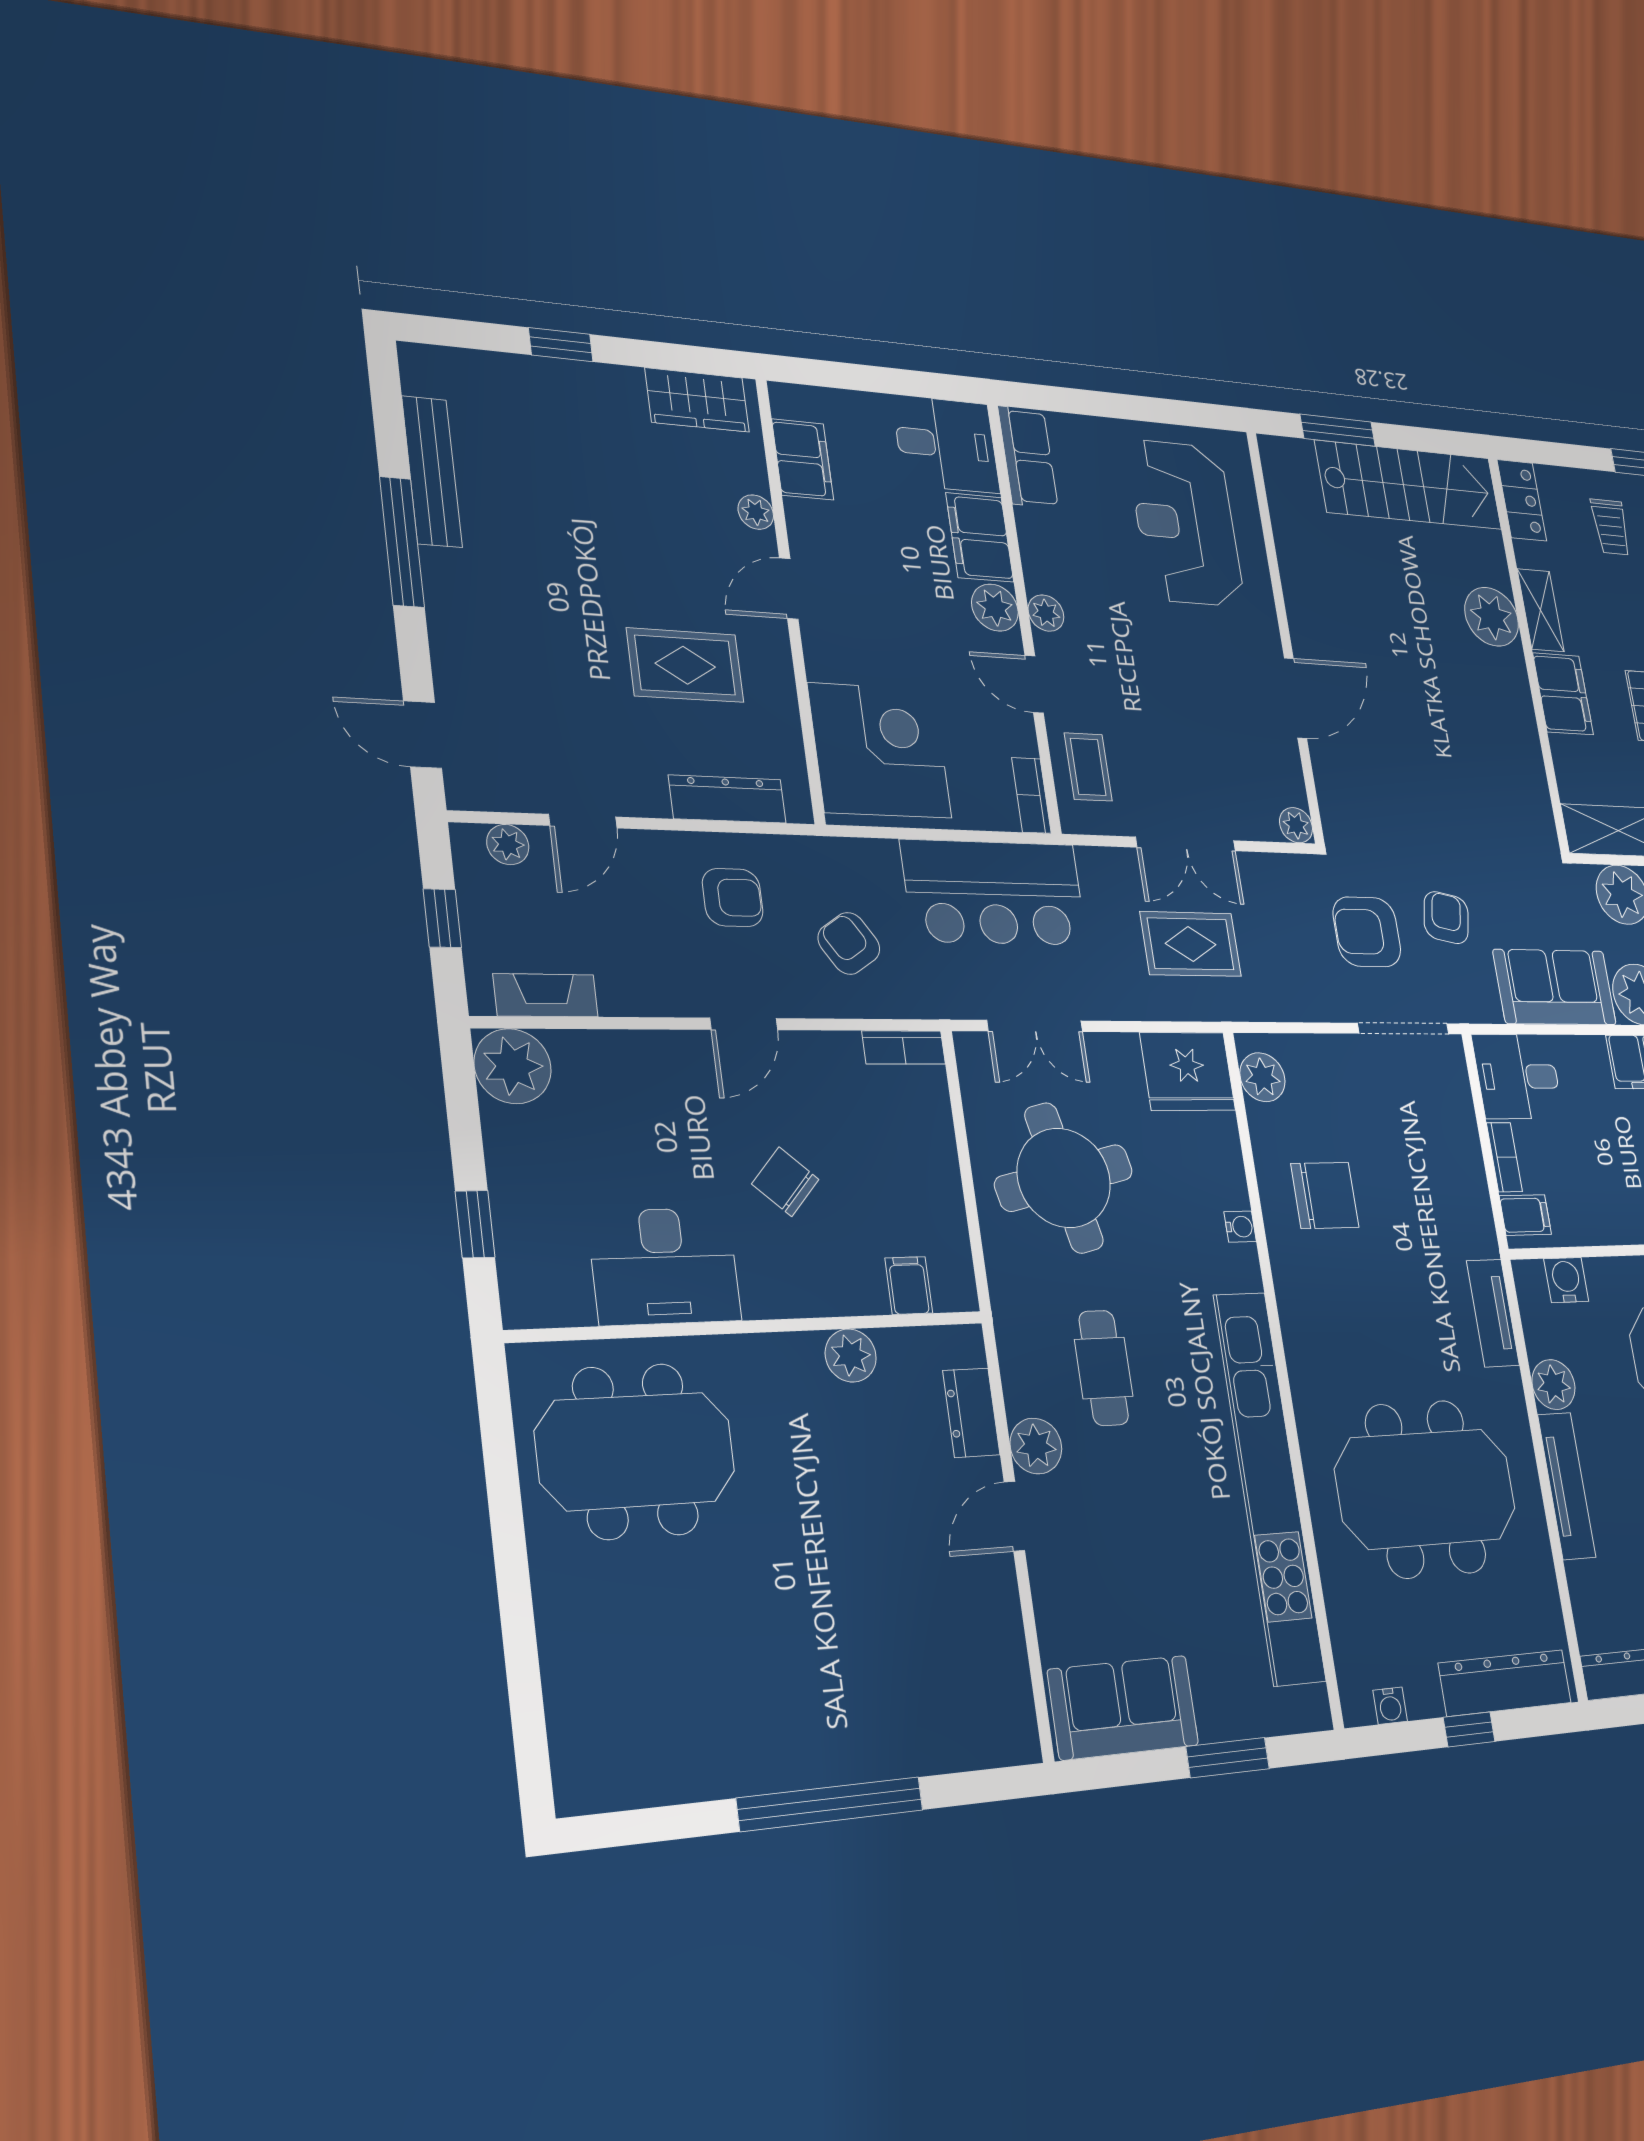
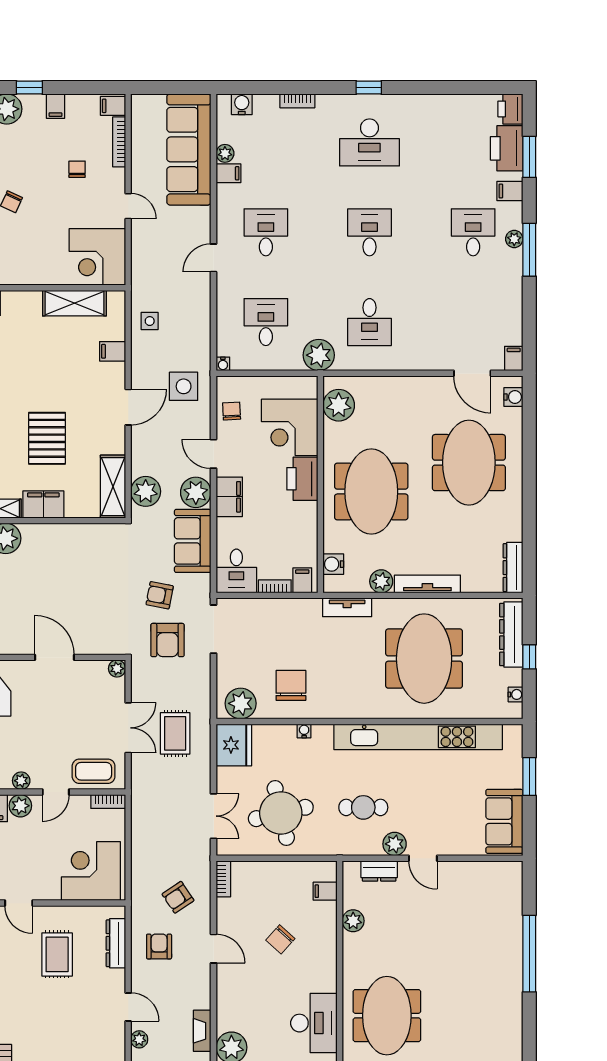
coffee table: (1088, 767) -> (94, 771), width x1.36, depth x1.30
bar counter: (994, 893) -> (154, 826), removed
plant: (1262, 1077) -> (241, 703), width x1.36, depth x1.36
desk: (664, 1266) -> (314, 1023), moved

